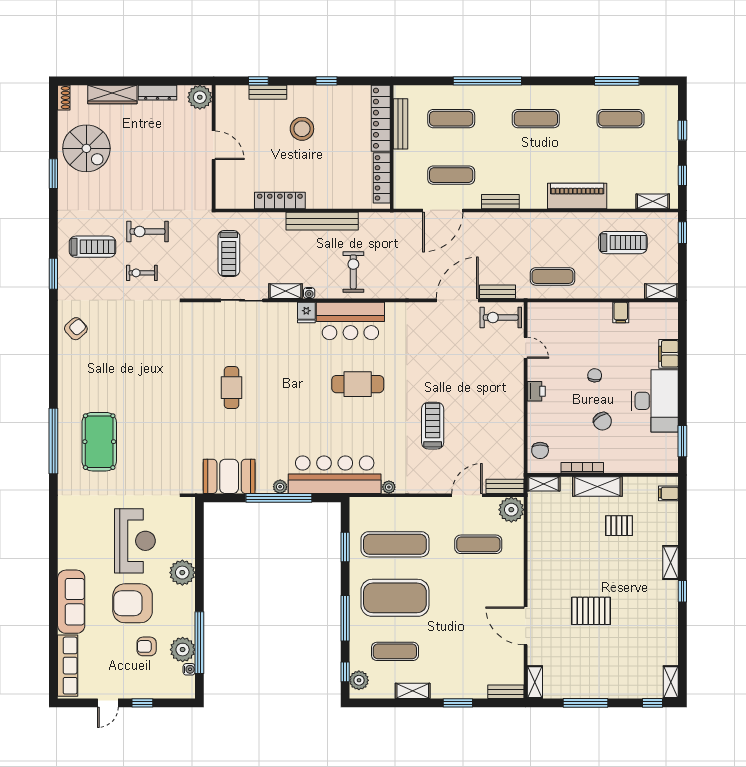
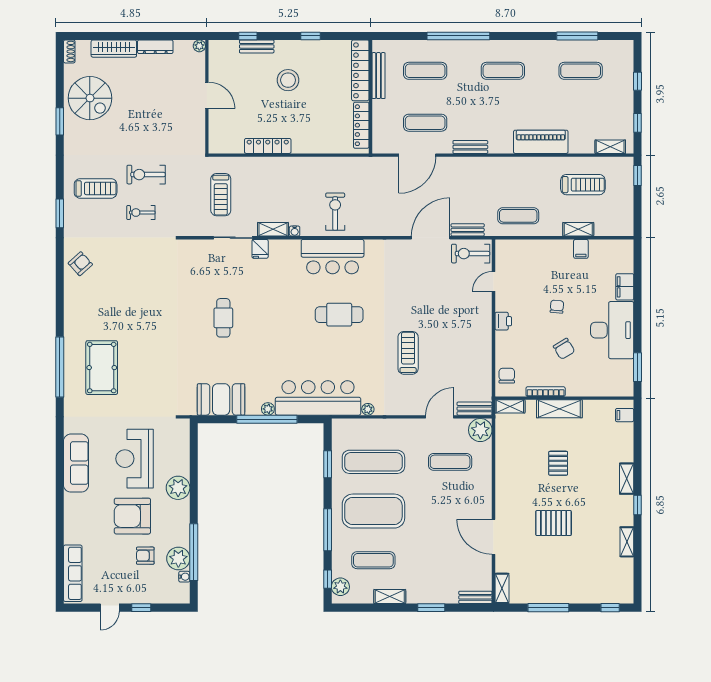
plant: (200, 97) -> (199, 46), width x0.53, depth x0.53
bench: (322, 221) -> (307, 165), removed
shelving: (661, 291) -> (578, 229), moved
fridge: (306, 312) -> (260, 249), moved
door: (526, 348) -> (493, 281), swing flipped
chair: (540, 450) -> (507, 376), turned 180
pallet: (619, 526) -> (558, 463), moved, turned 90
reception desk: (135, 541) -> (135, 459), turned 180
sofa: (71, 602) -> (76, 463), moved
shelving: (671, 682) -> (627, 542), moved

